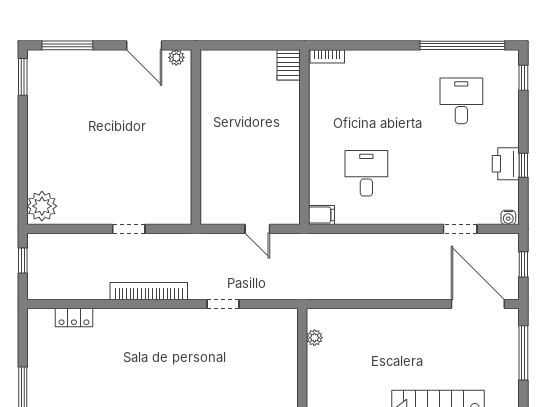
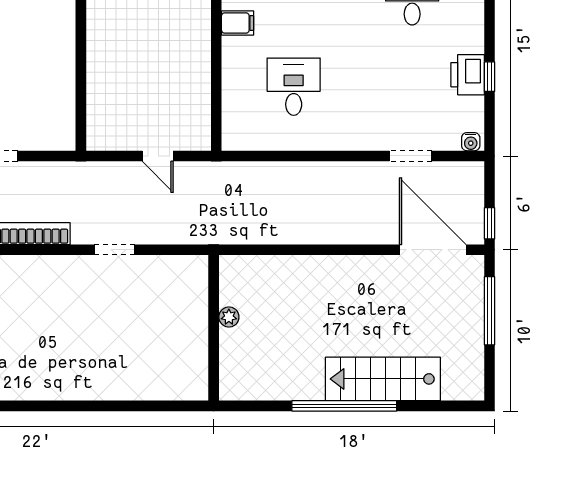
filing cabinet: (321, 215) -> (238, 23), moved
window: (523, 264) -> (490, 223), moved
plant: (314, 338) -> (229, 317), moved

